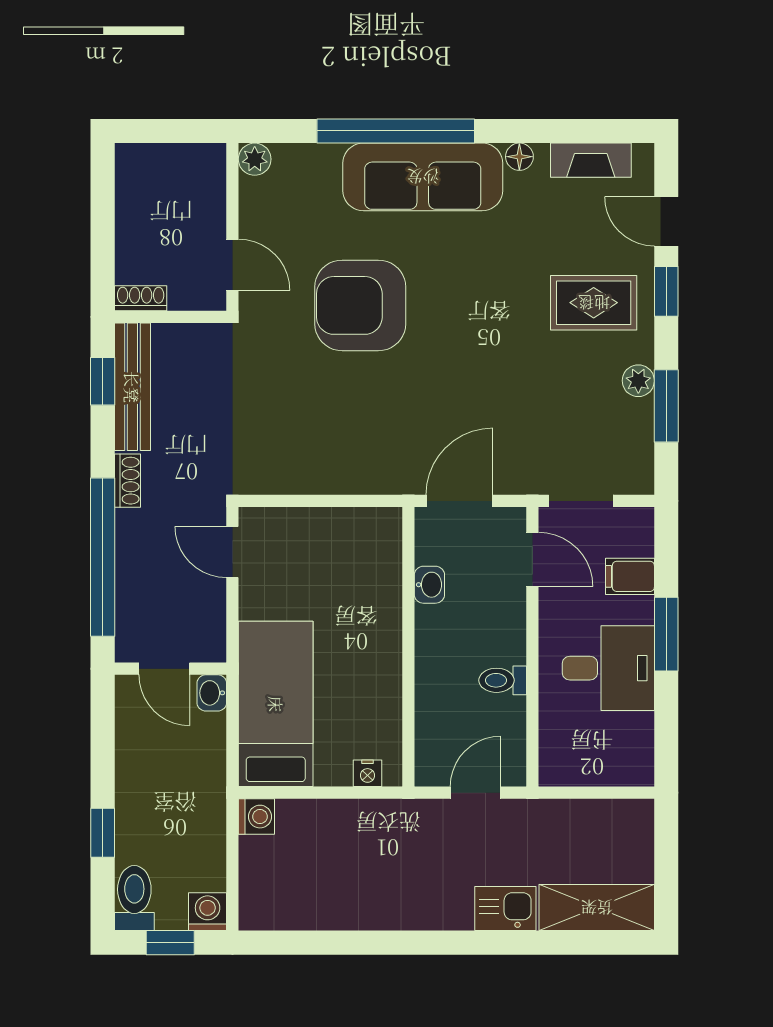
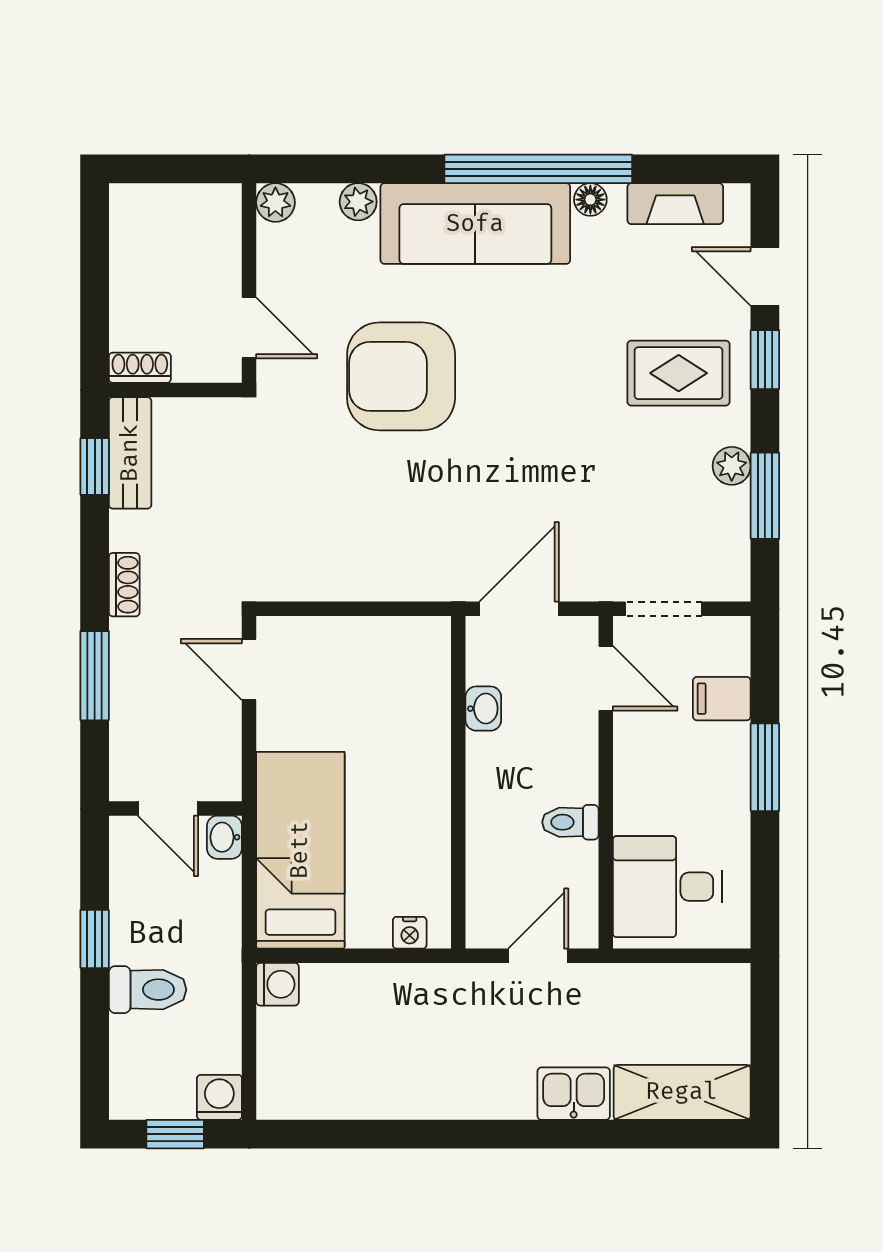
window: (396, 131) -> (538, 169), moved
plant: (324, 159) -> (358, 202), added
bench: (132, 387) -> (130, 453), width x0.73
window: (103, 557) -> (95, 676), width x0.47
desk: (608, 668) -> (667, 887), moved, turned 180
window: (103, 833) -> (95, 939), moved
toilet: (134, 898) -> (148, 990), moved, turned 90

